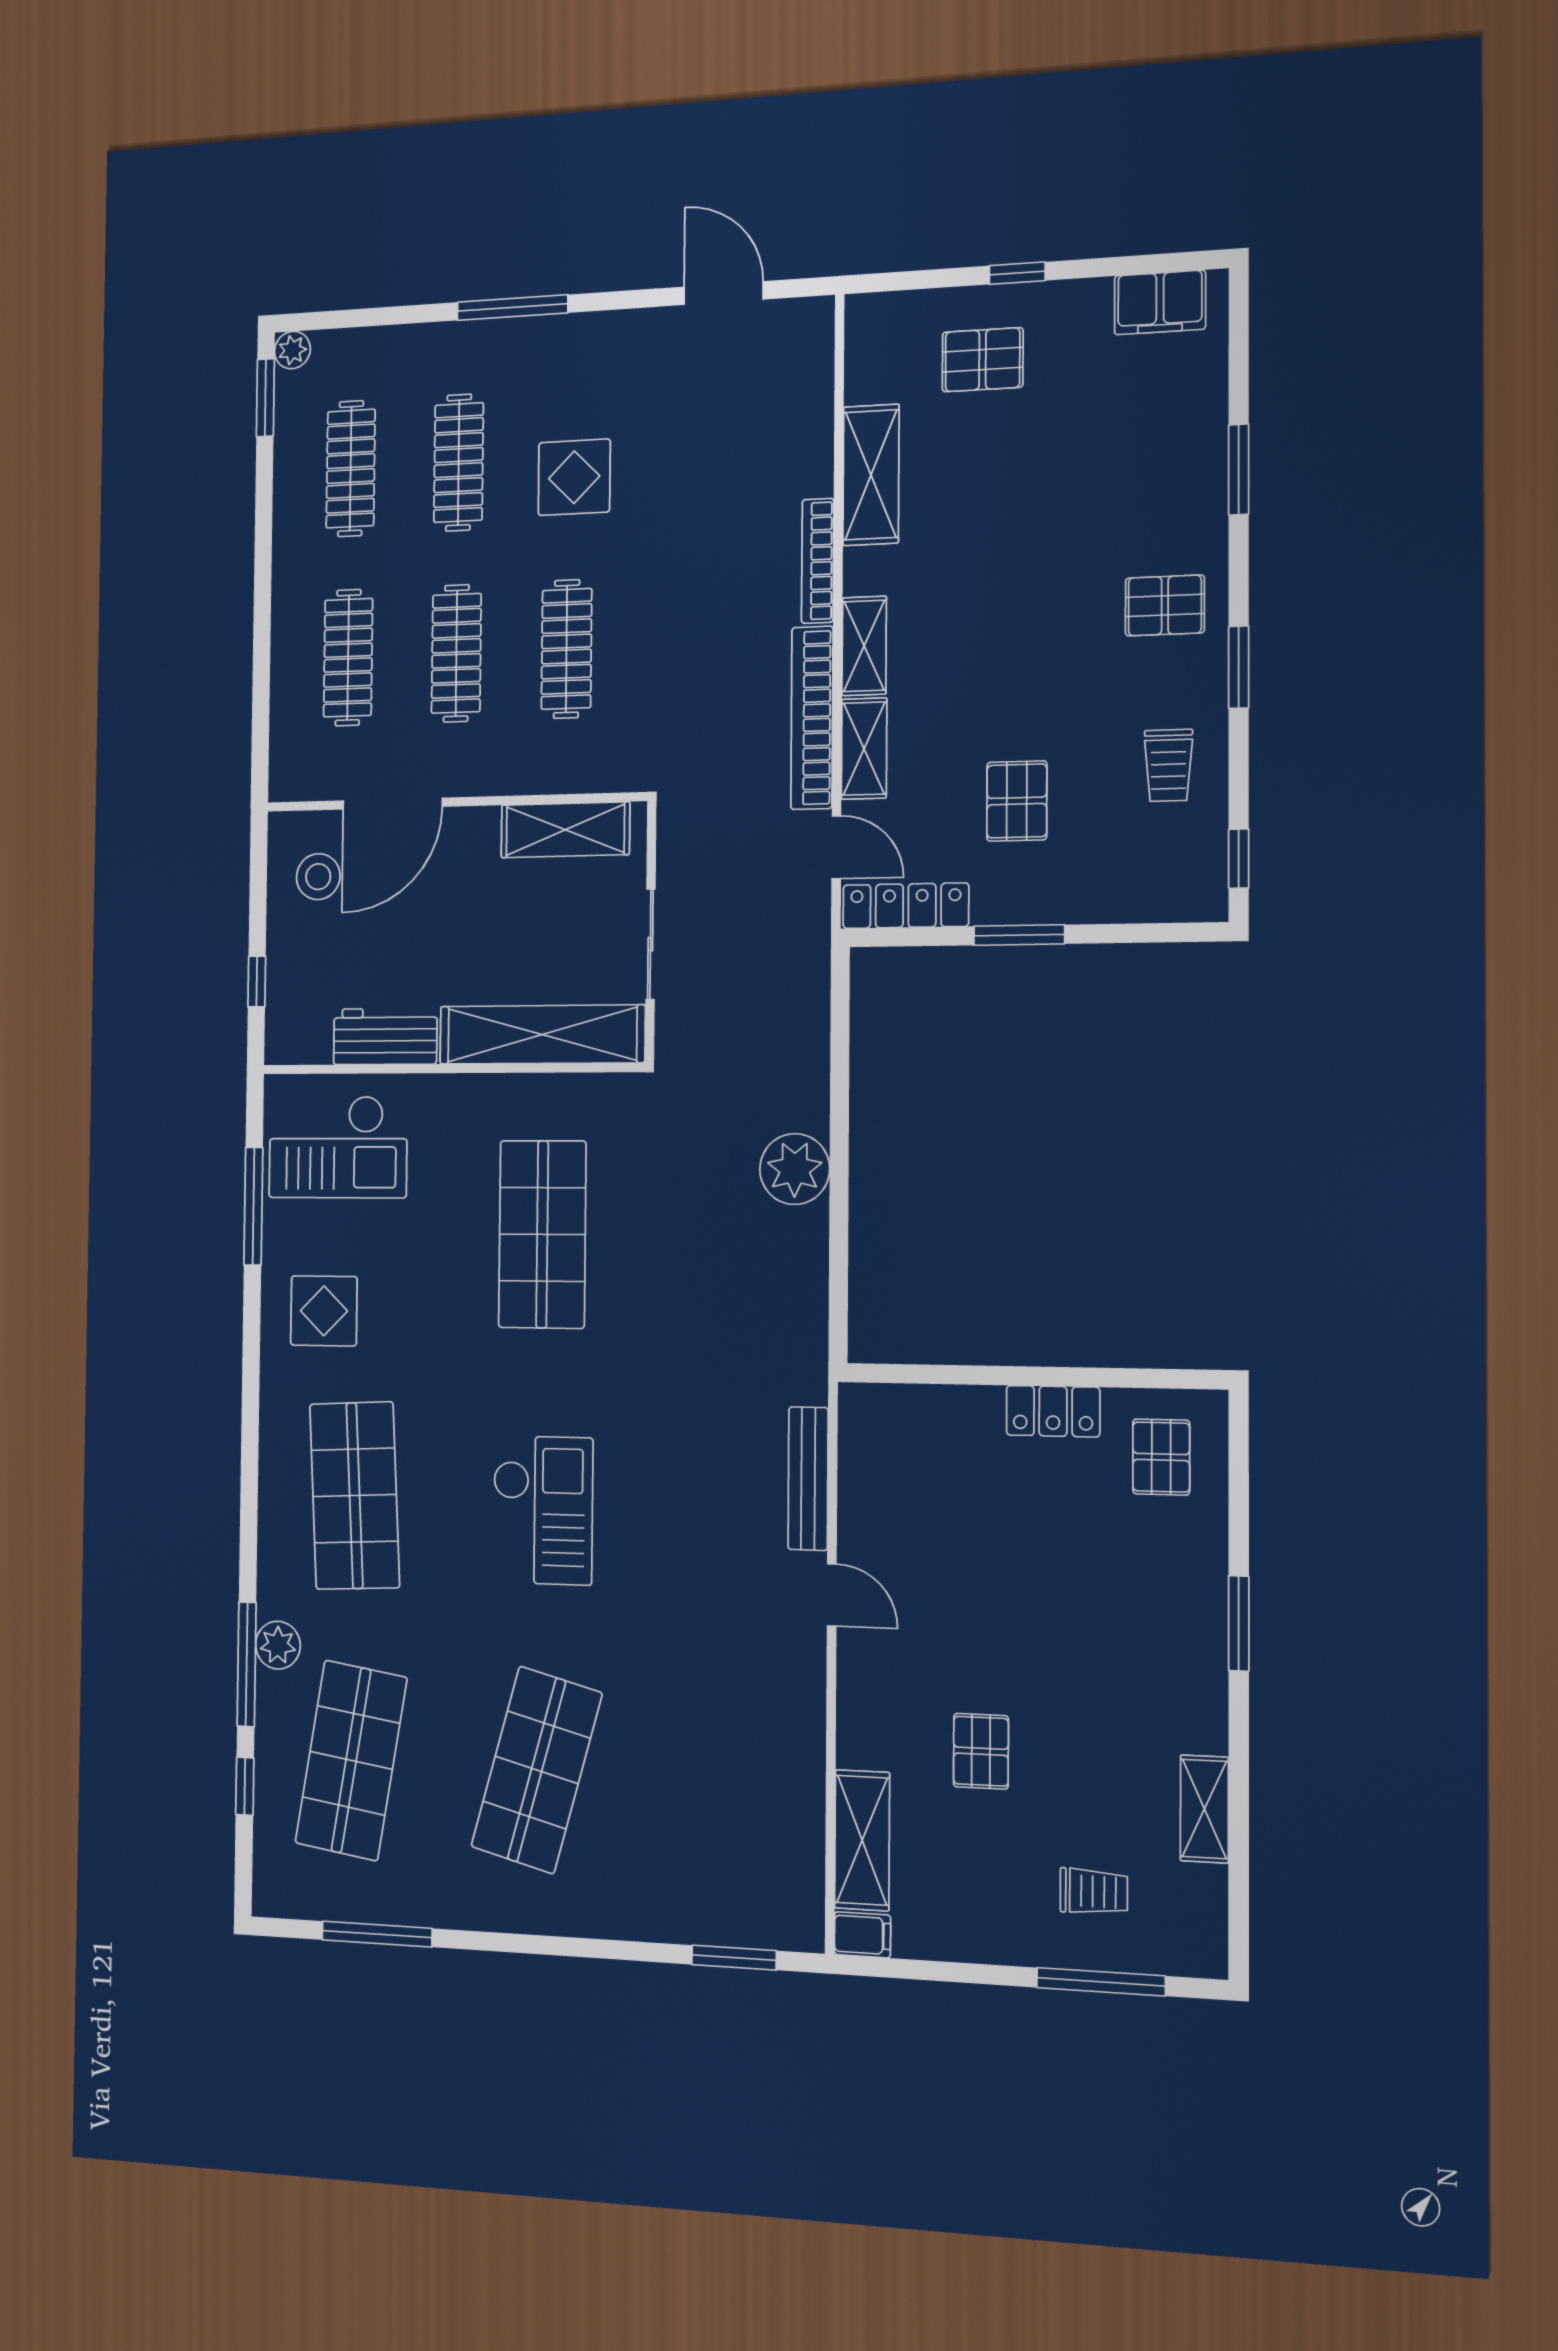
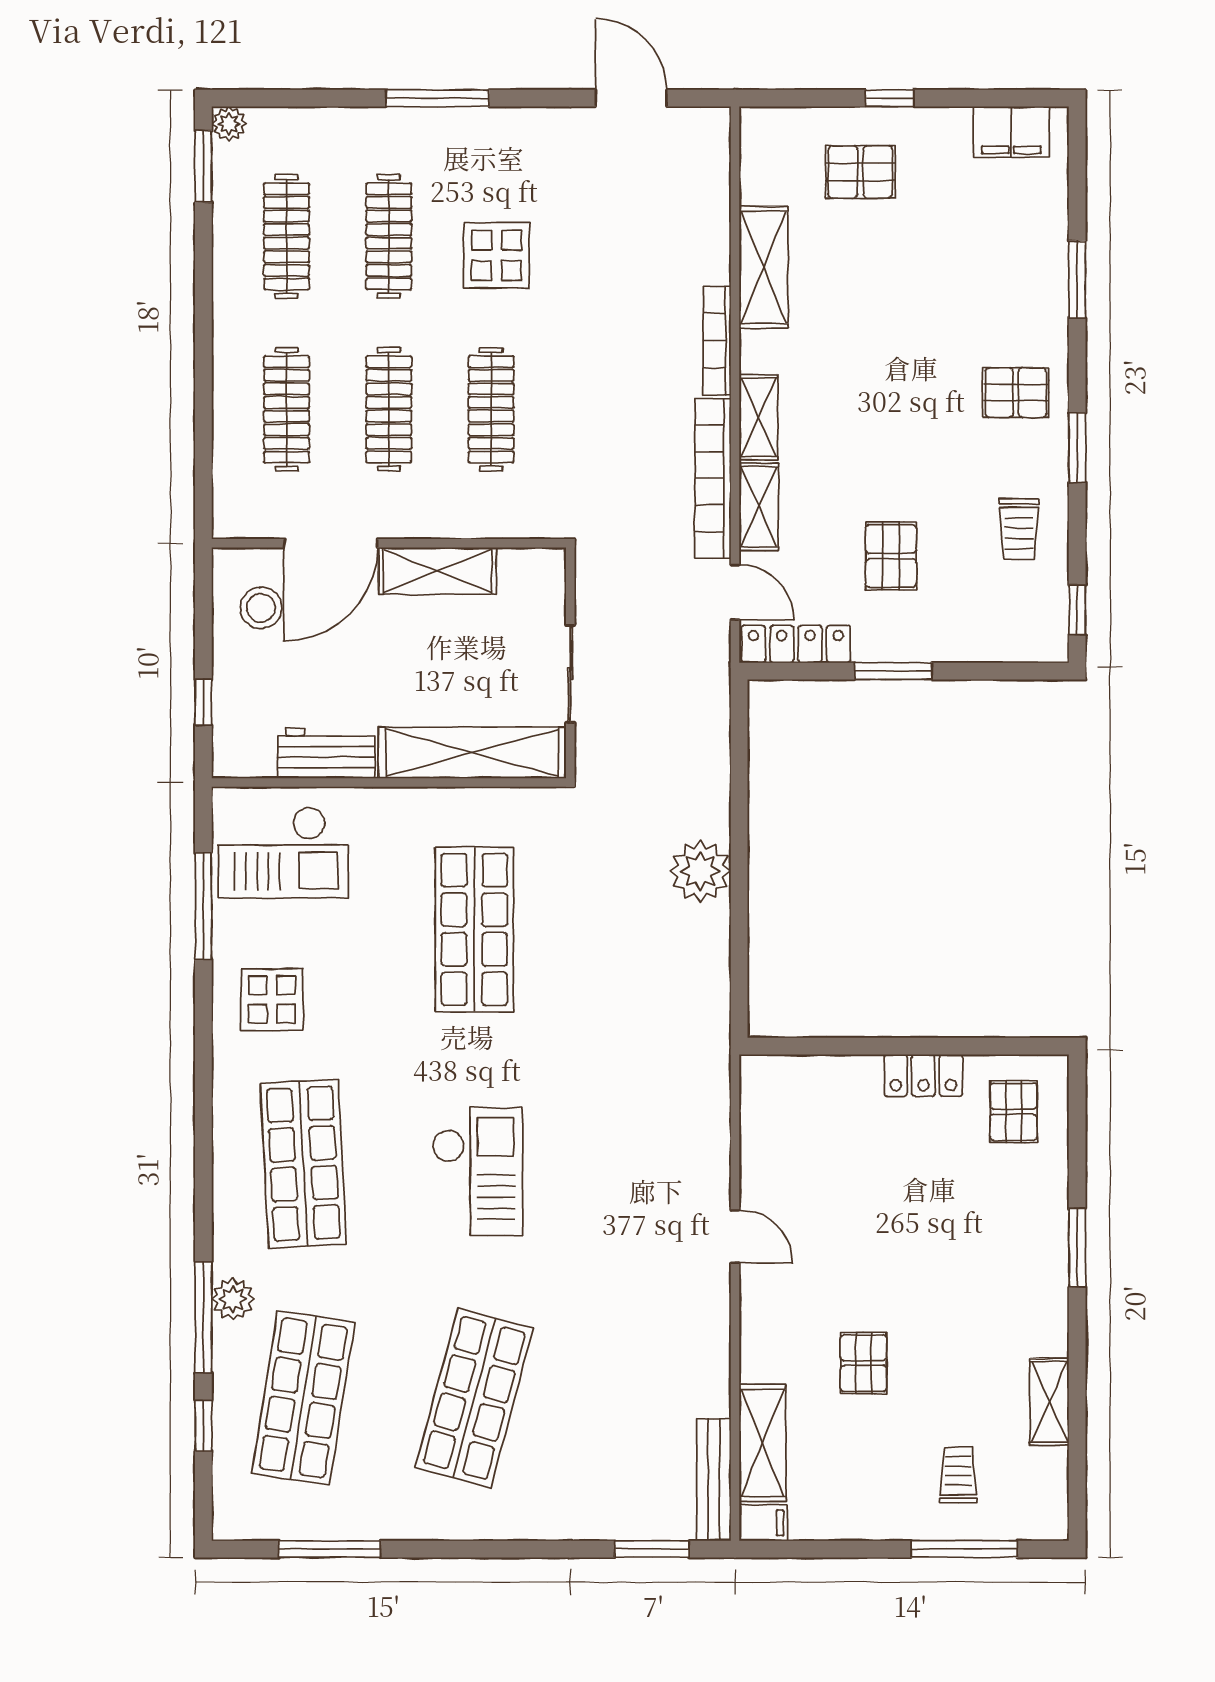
shelving: (565, 830) -> (437, 571), moved
bench: (808, 1479) -> (714, 1480), moved
trolley: (1094, 1892) -> (958, 1475), turned -90

